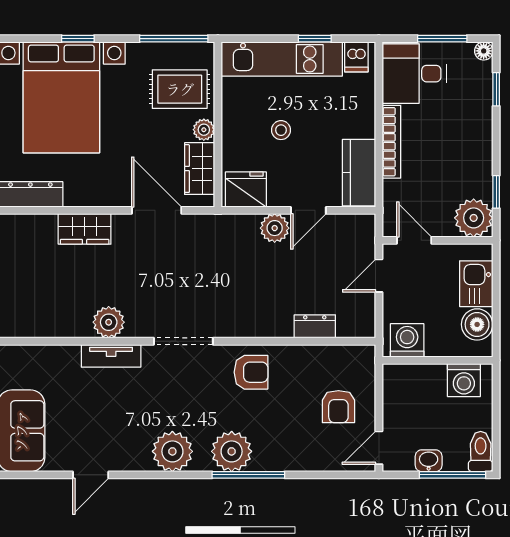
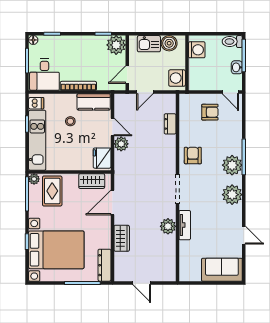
plant: (204, 130) -> (34, 179), moved
stool: (281, 130) -> (70, 121), moved
door: (379, 276) -> (145, 92), hinge flipped

